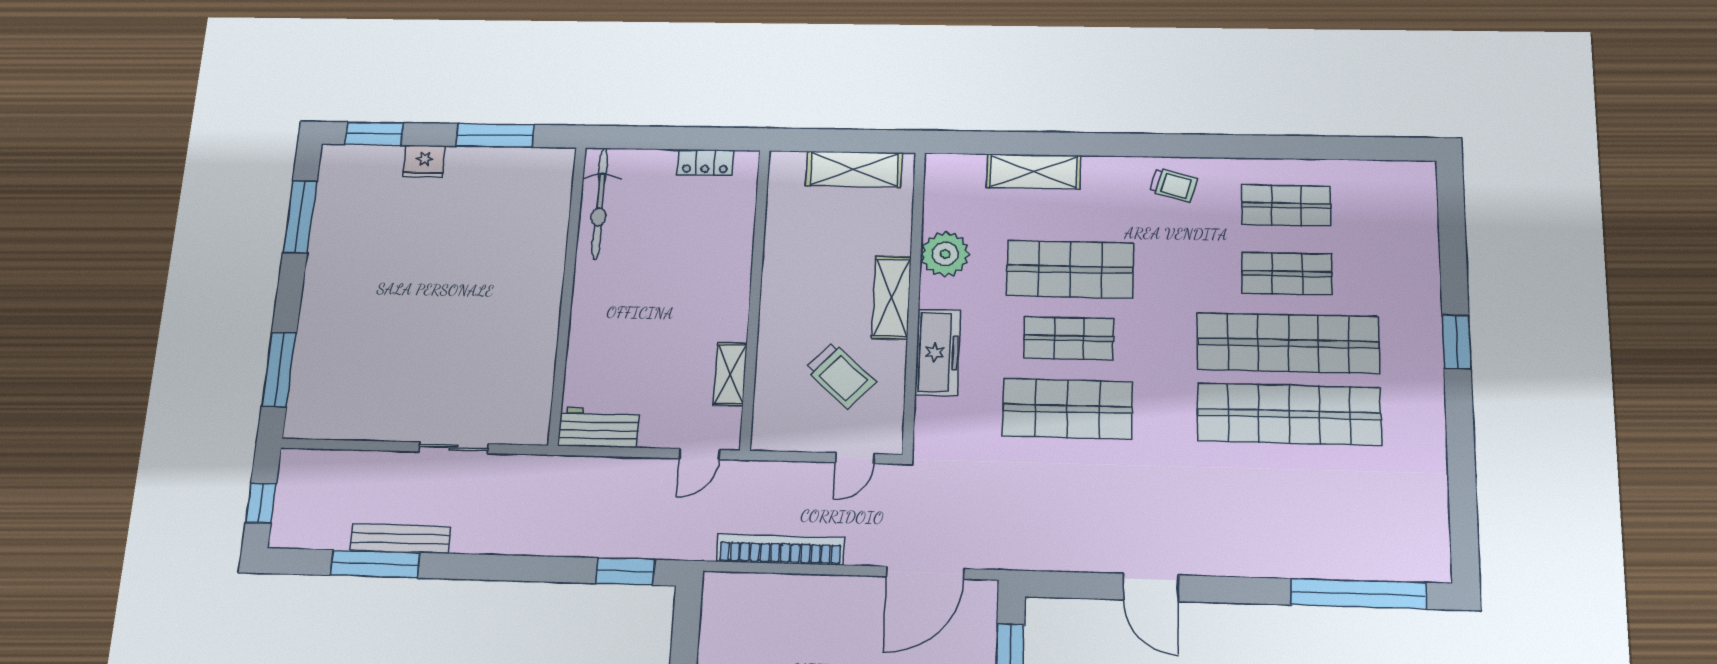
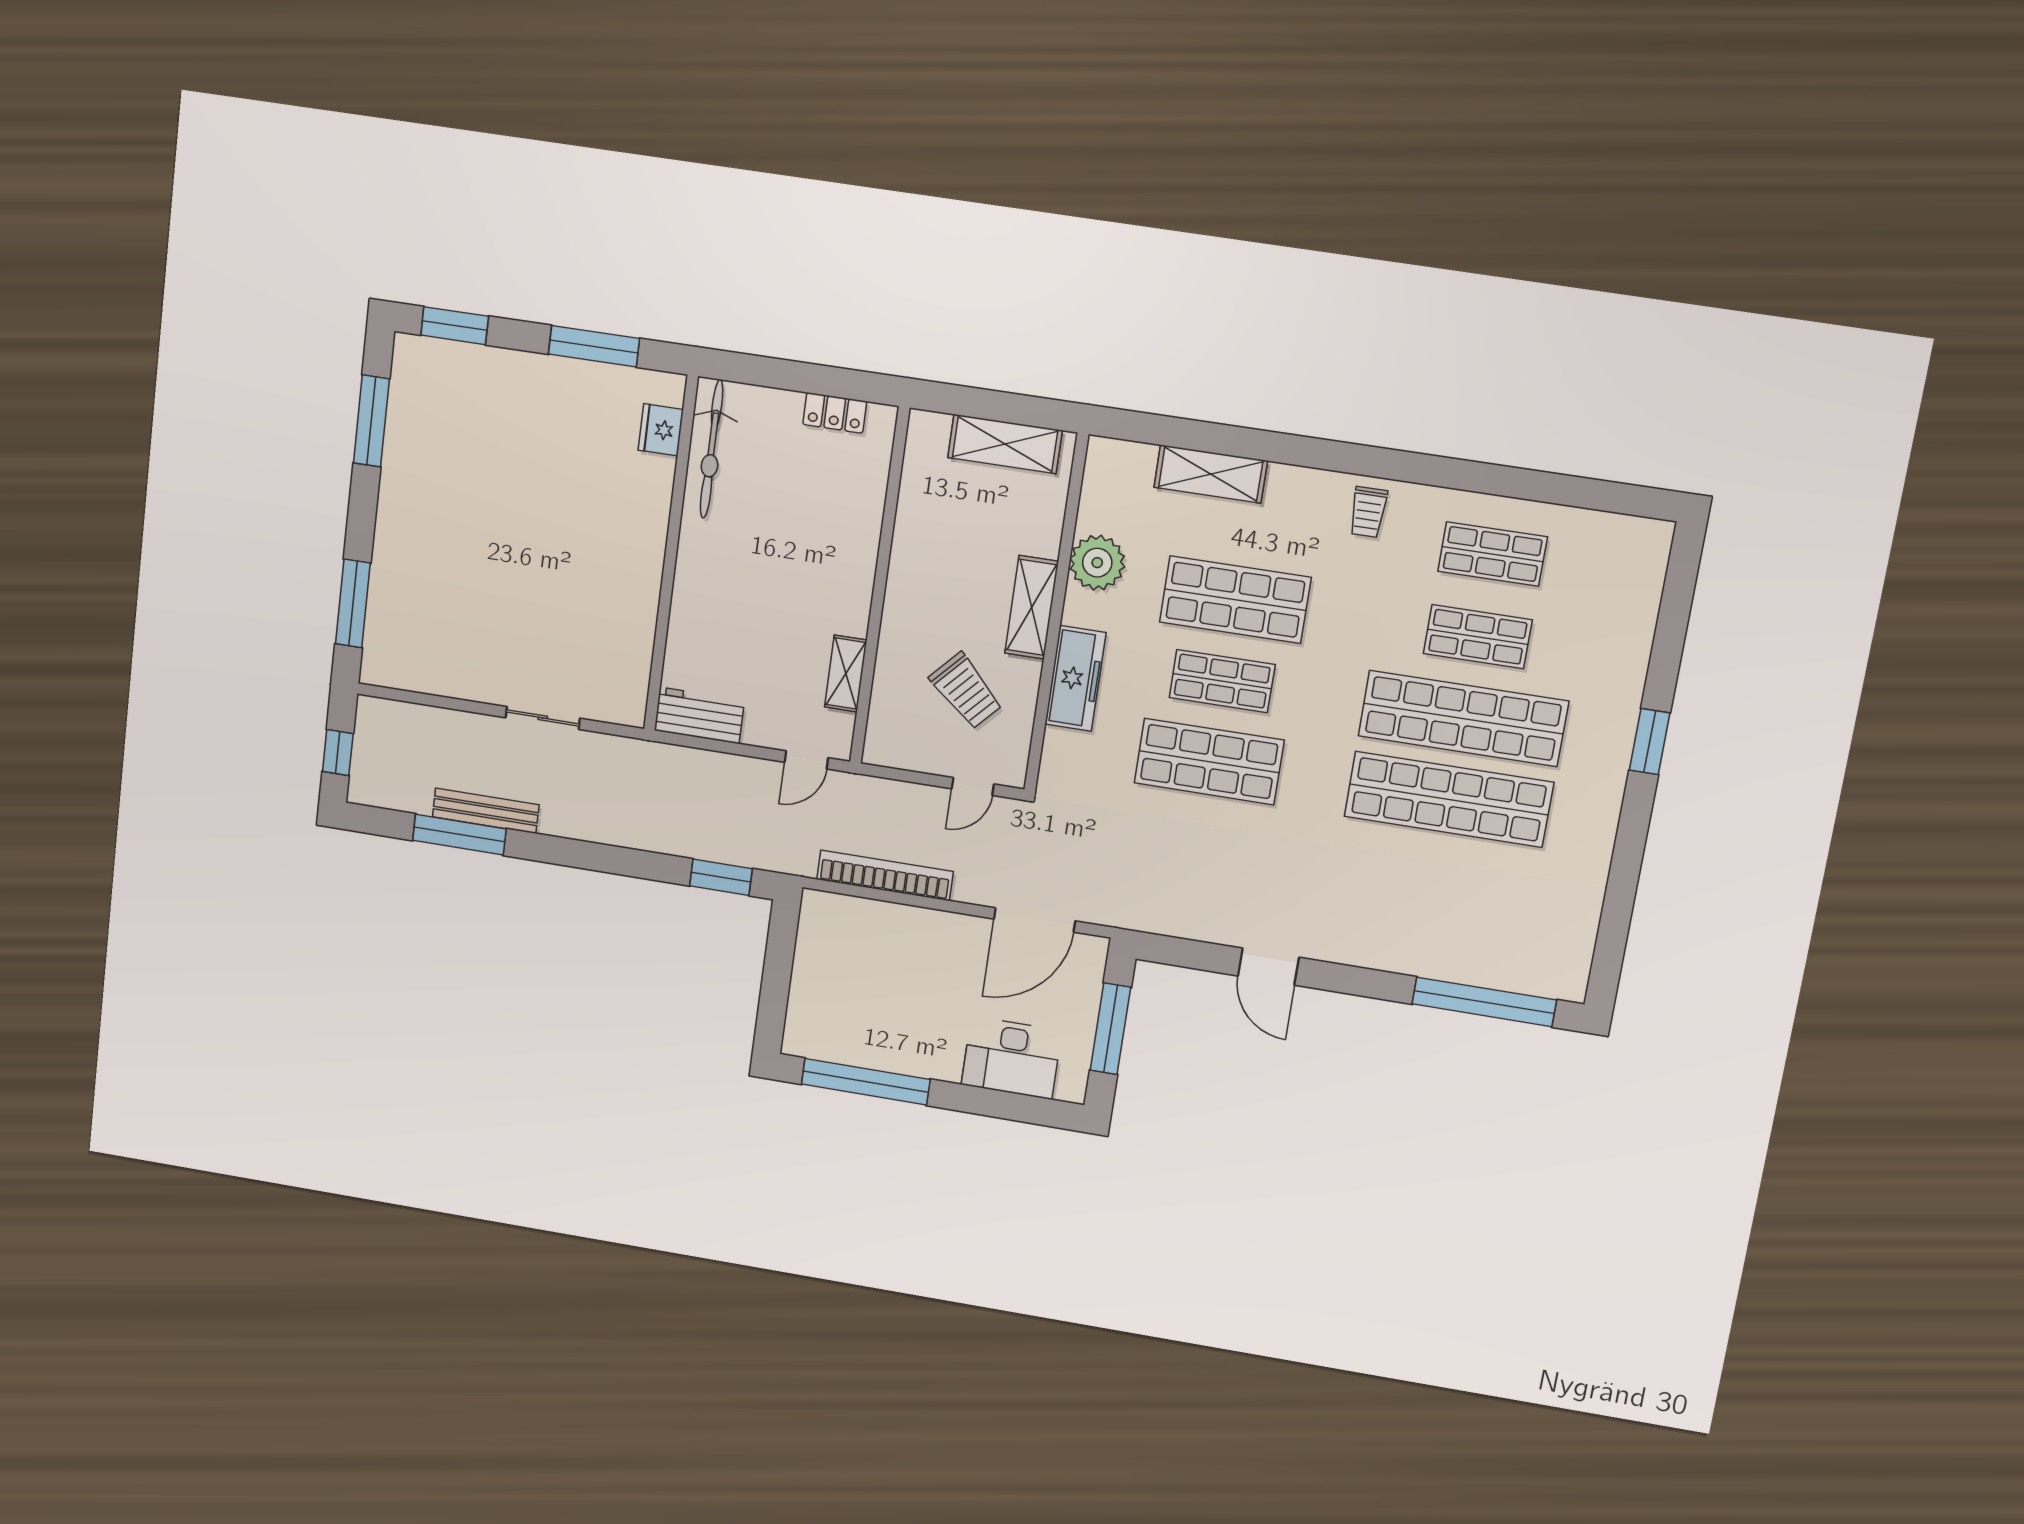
fridge: (424, 161) -> (661, 430), moved, turned 90
trolley: (1173, 185) -> (1368, 512), turned 74

